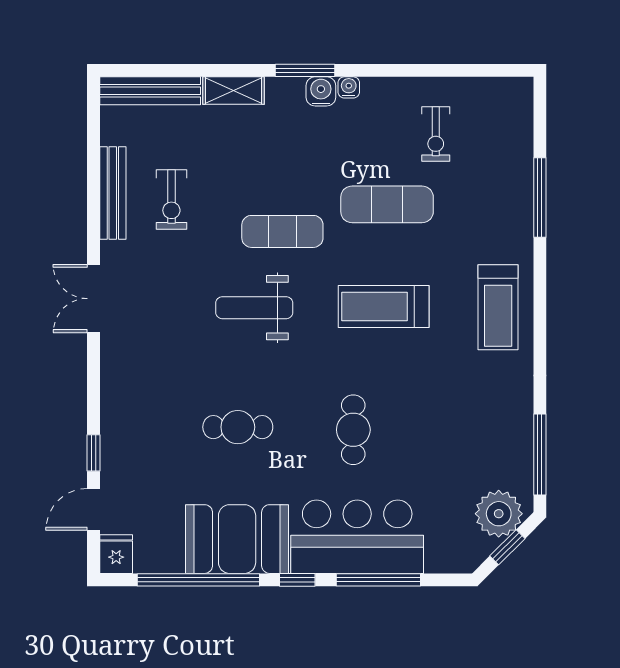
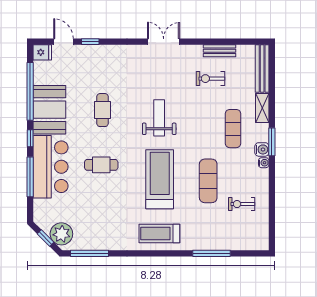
bench: (113, 193) -> (220, 51), width x0.73
exercise mat: (282, 231) -> (233, 129), moved
treadmill: (384, 307) -> (160, 179), width x1.37, depth x1.38

